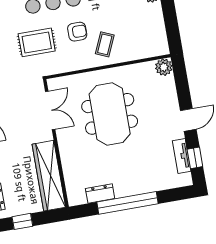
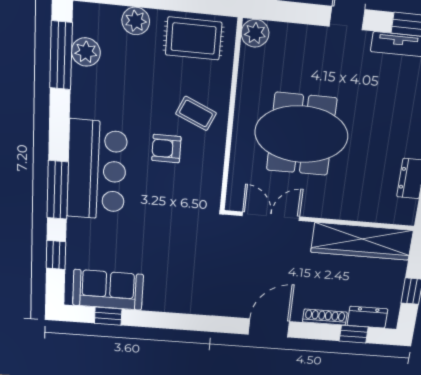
armchair: (77, 32) -> (166, 149), turned -90
rug: (37, 42) -> (194, 39), moved, turned 90

